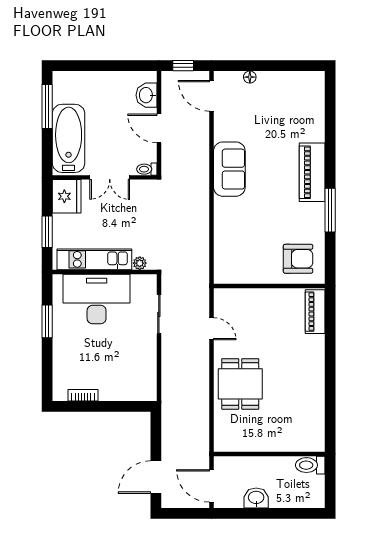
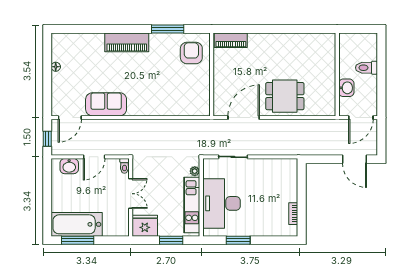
floor lamp: (250, 77) -> (56, 67), moved
bathtub: (69, 138) -> (77, 224), moved
sofa: (229, 169) -> (106, 104), moved
window: (330, 210) -> (168, 29), moved
door: (211, 329) -> (244, 118), width x1.87
toilet: (310, 465) -> (367, 68), moved, turned 90
washbasin: (256, 498) -> (346, 88), moved, turned 180

